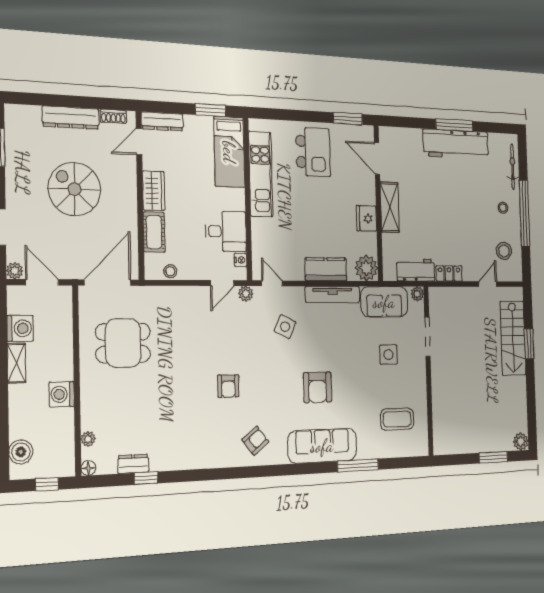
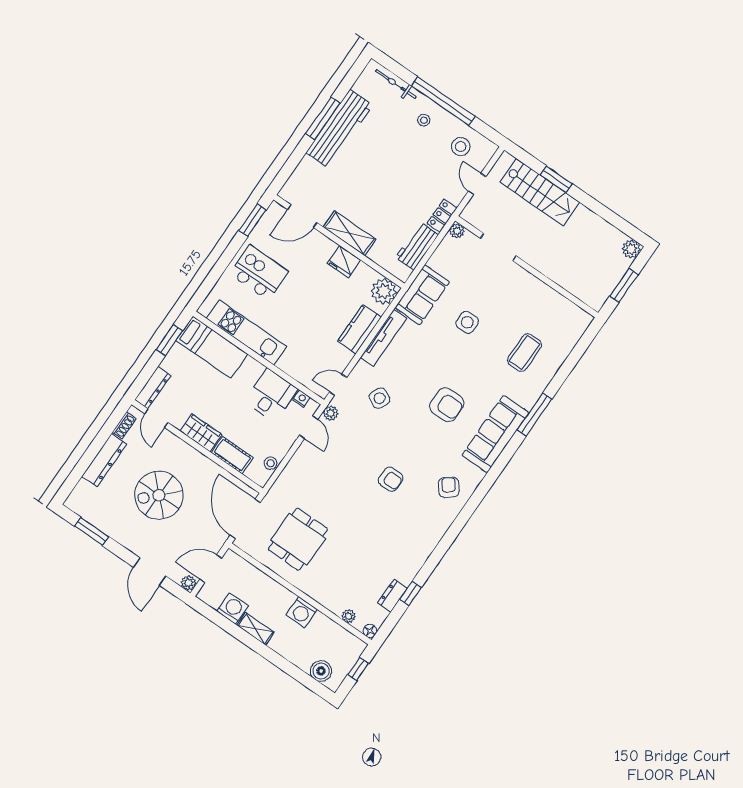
plant: (417, 294) -> (457, 231), moved
doorway: (427, 337) -> (498, 247), moved
wall: (428, 371) -> (527, 267), moved

